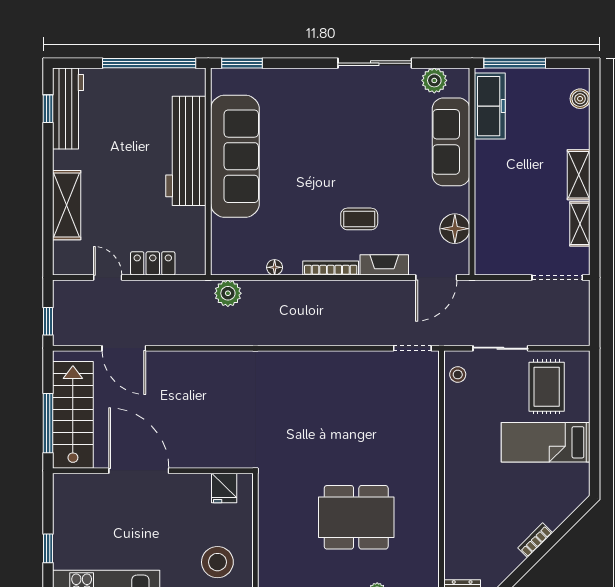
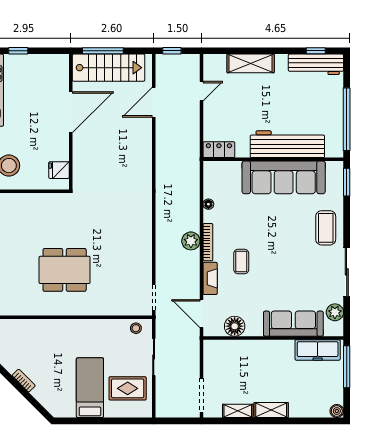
coffee table: (310, 94) -> (326, 228), added
boiler: (580, 99) -> (337, 411), moved
locker: (153, 263) -> (219, 150), moved, turned -90
plant: (228, 293) -> (191, 241), moved
dining table: (356, 517) -> (65, 270), moved, turned 90

